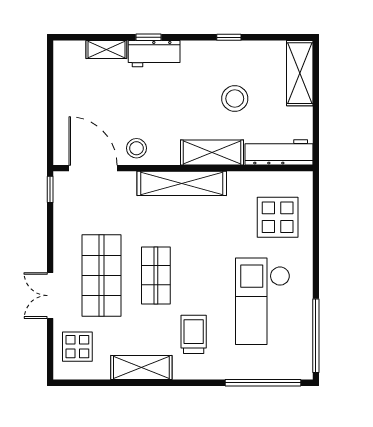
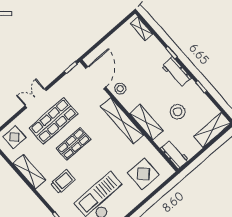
shelving: (106, 49) -> (142, 29), moved
workbench: (154, 54) -> (176, 72), moved
workbench: (279, 152) -> (175, 154), width x0.73
double door: (50, 296) -> (36, 98), moved

